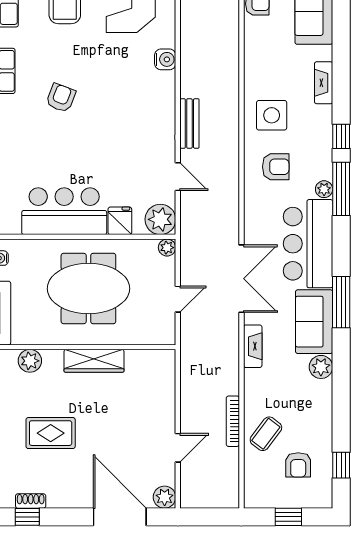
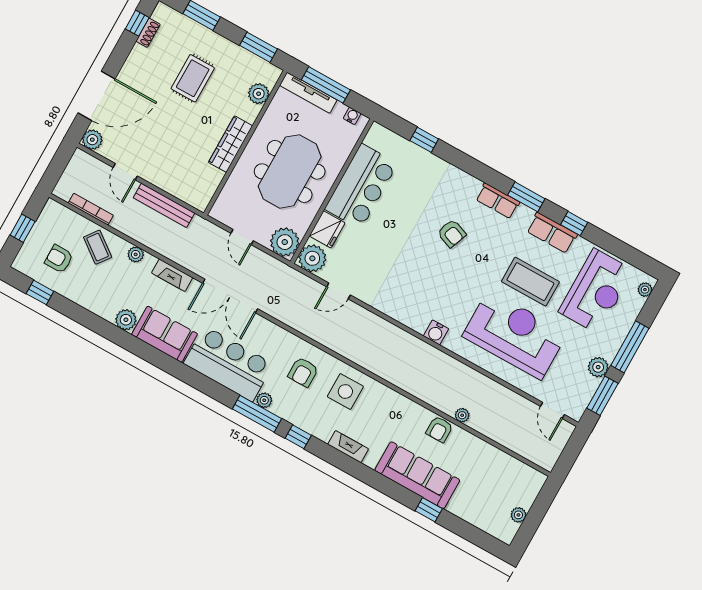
bench: (189, 123) -> (164, 205), moved, width x1.36
fridge: (120, 221) -> (327, 229), width x1.38
plant: (167, 248) -> (285, 242), width x1.87, depth x1.87
window: (341, 302) -> (168, 364), removed
plant: (252, 393) -> (136, 254), added
bookcase: (233, 421) -> (91, 209), moved

